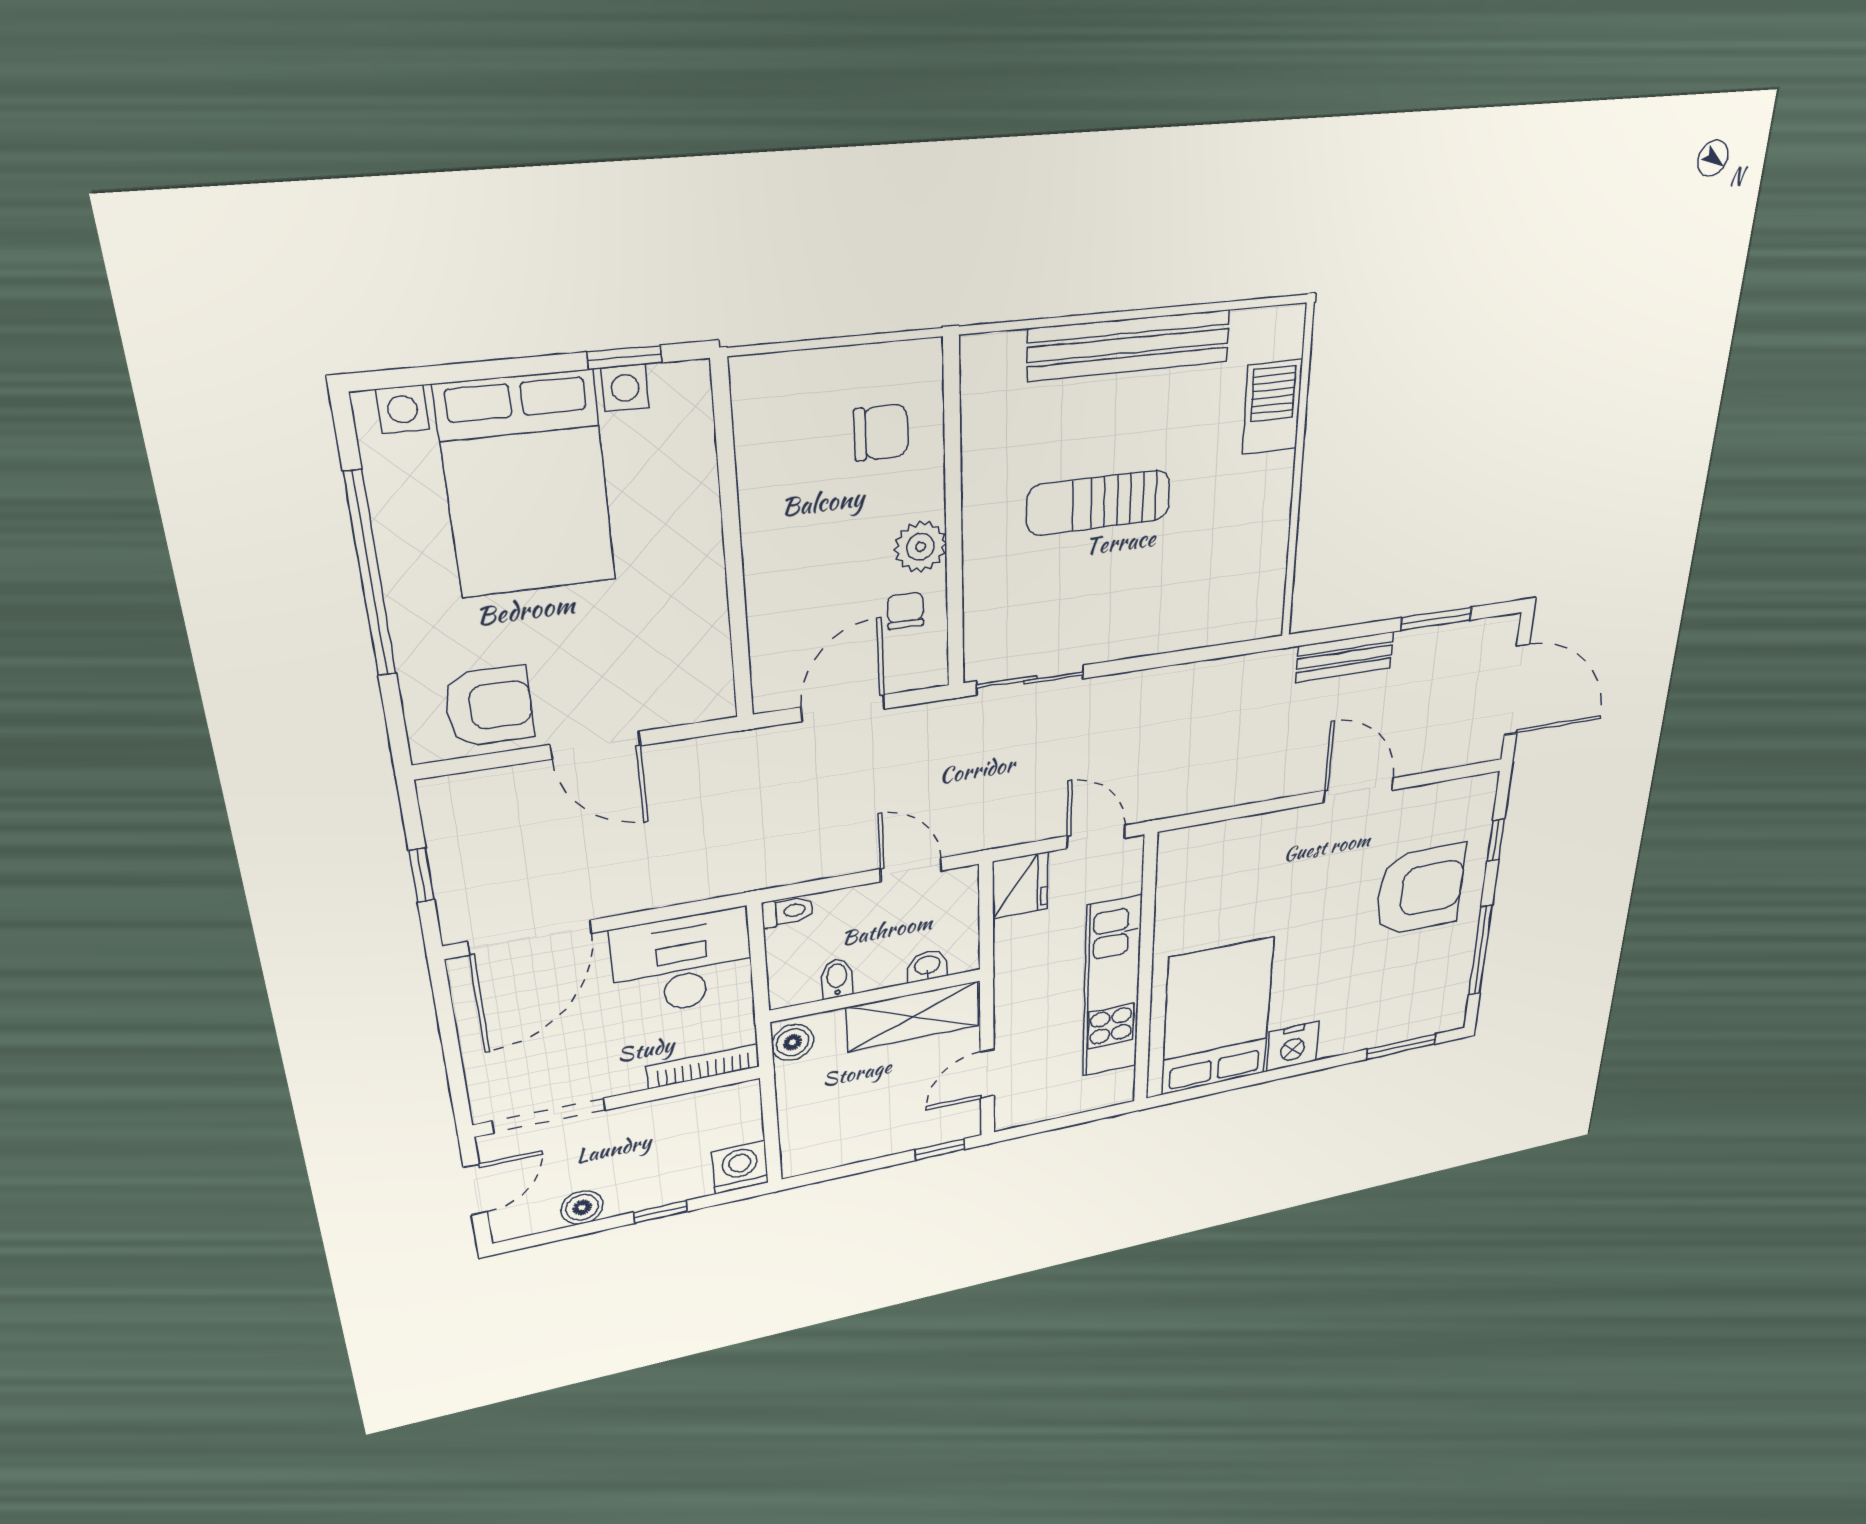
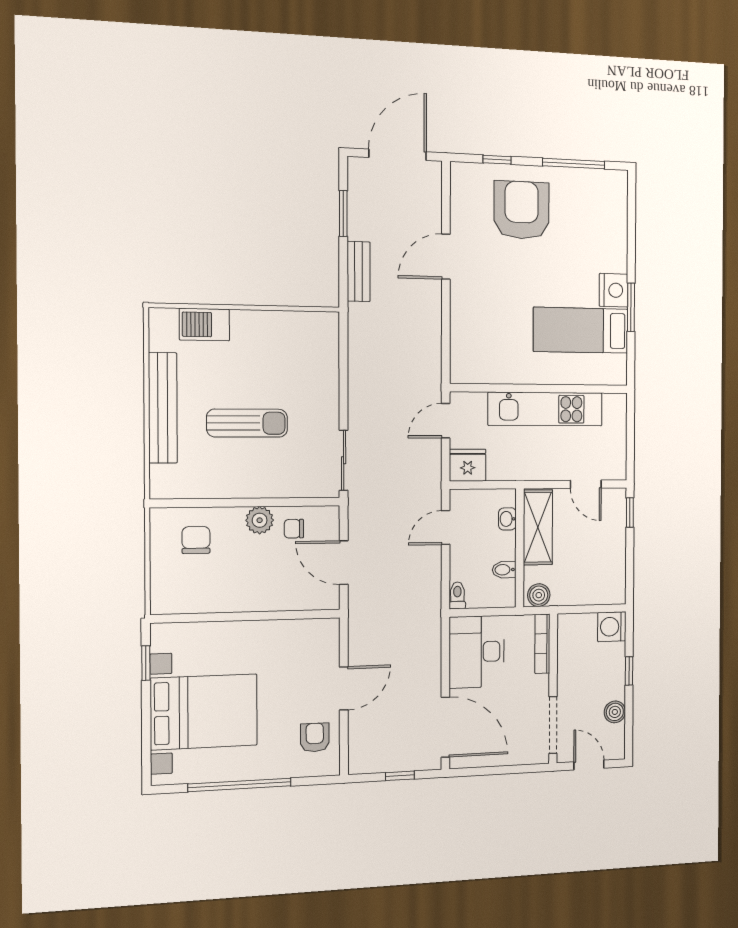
sun lounger: (1099, 503) -> (247, 423), turned -90
armchair: (489, 706) -> (315, 737), width x0.72, depth x0.72
bed: (1217, 1017) -> (581, 330), width x0.67
window: (1401, 1047) -> (631, 307), moved

